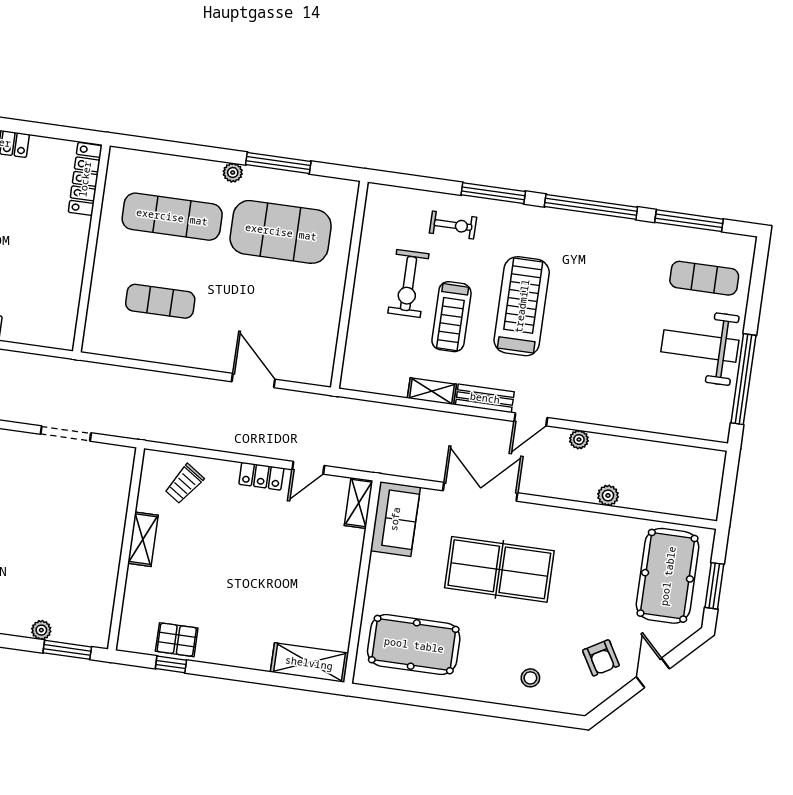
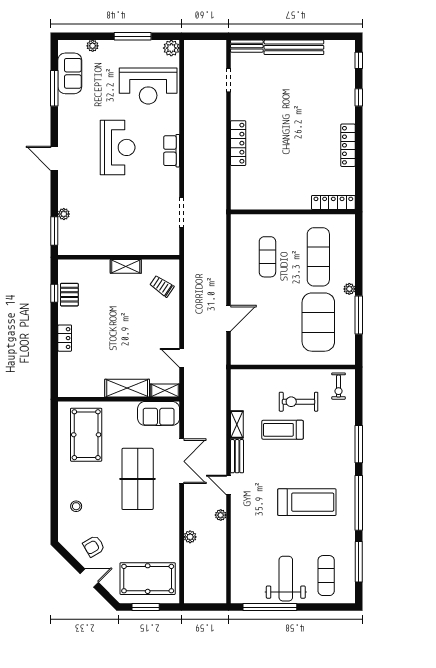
exercise bike: (453, 225) -> (339, 386), moved
treadmill: (522, 306) -> (307, 502), moved
locker: (261, 476) -> (65, 338), moved, turned 180
shelving: (309, 663) -> (127, 388), moved, turned 90

